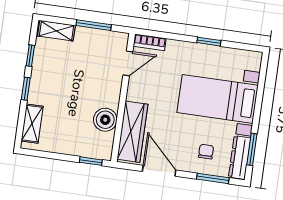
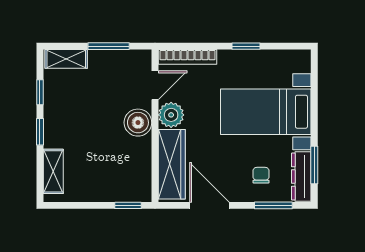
bookcase: (150, 42) -> (188, 57), width x1.56
plant: (138, 90) -> (171, 115), added
boiler: (105, 120) -> (138, 123), moved

